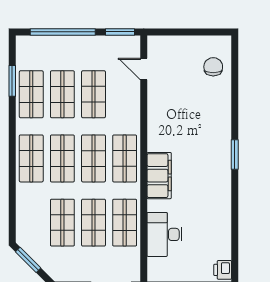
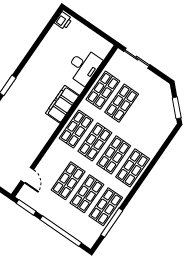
window: (12, 81) -> (112, 223), width x1.44
shop shelf: (62, 223) -> (140, 116), removed

